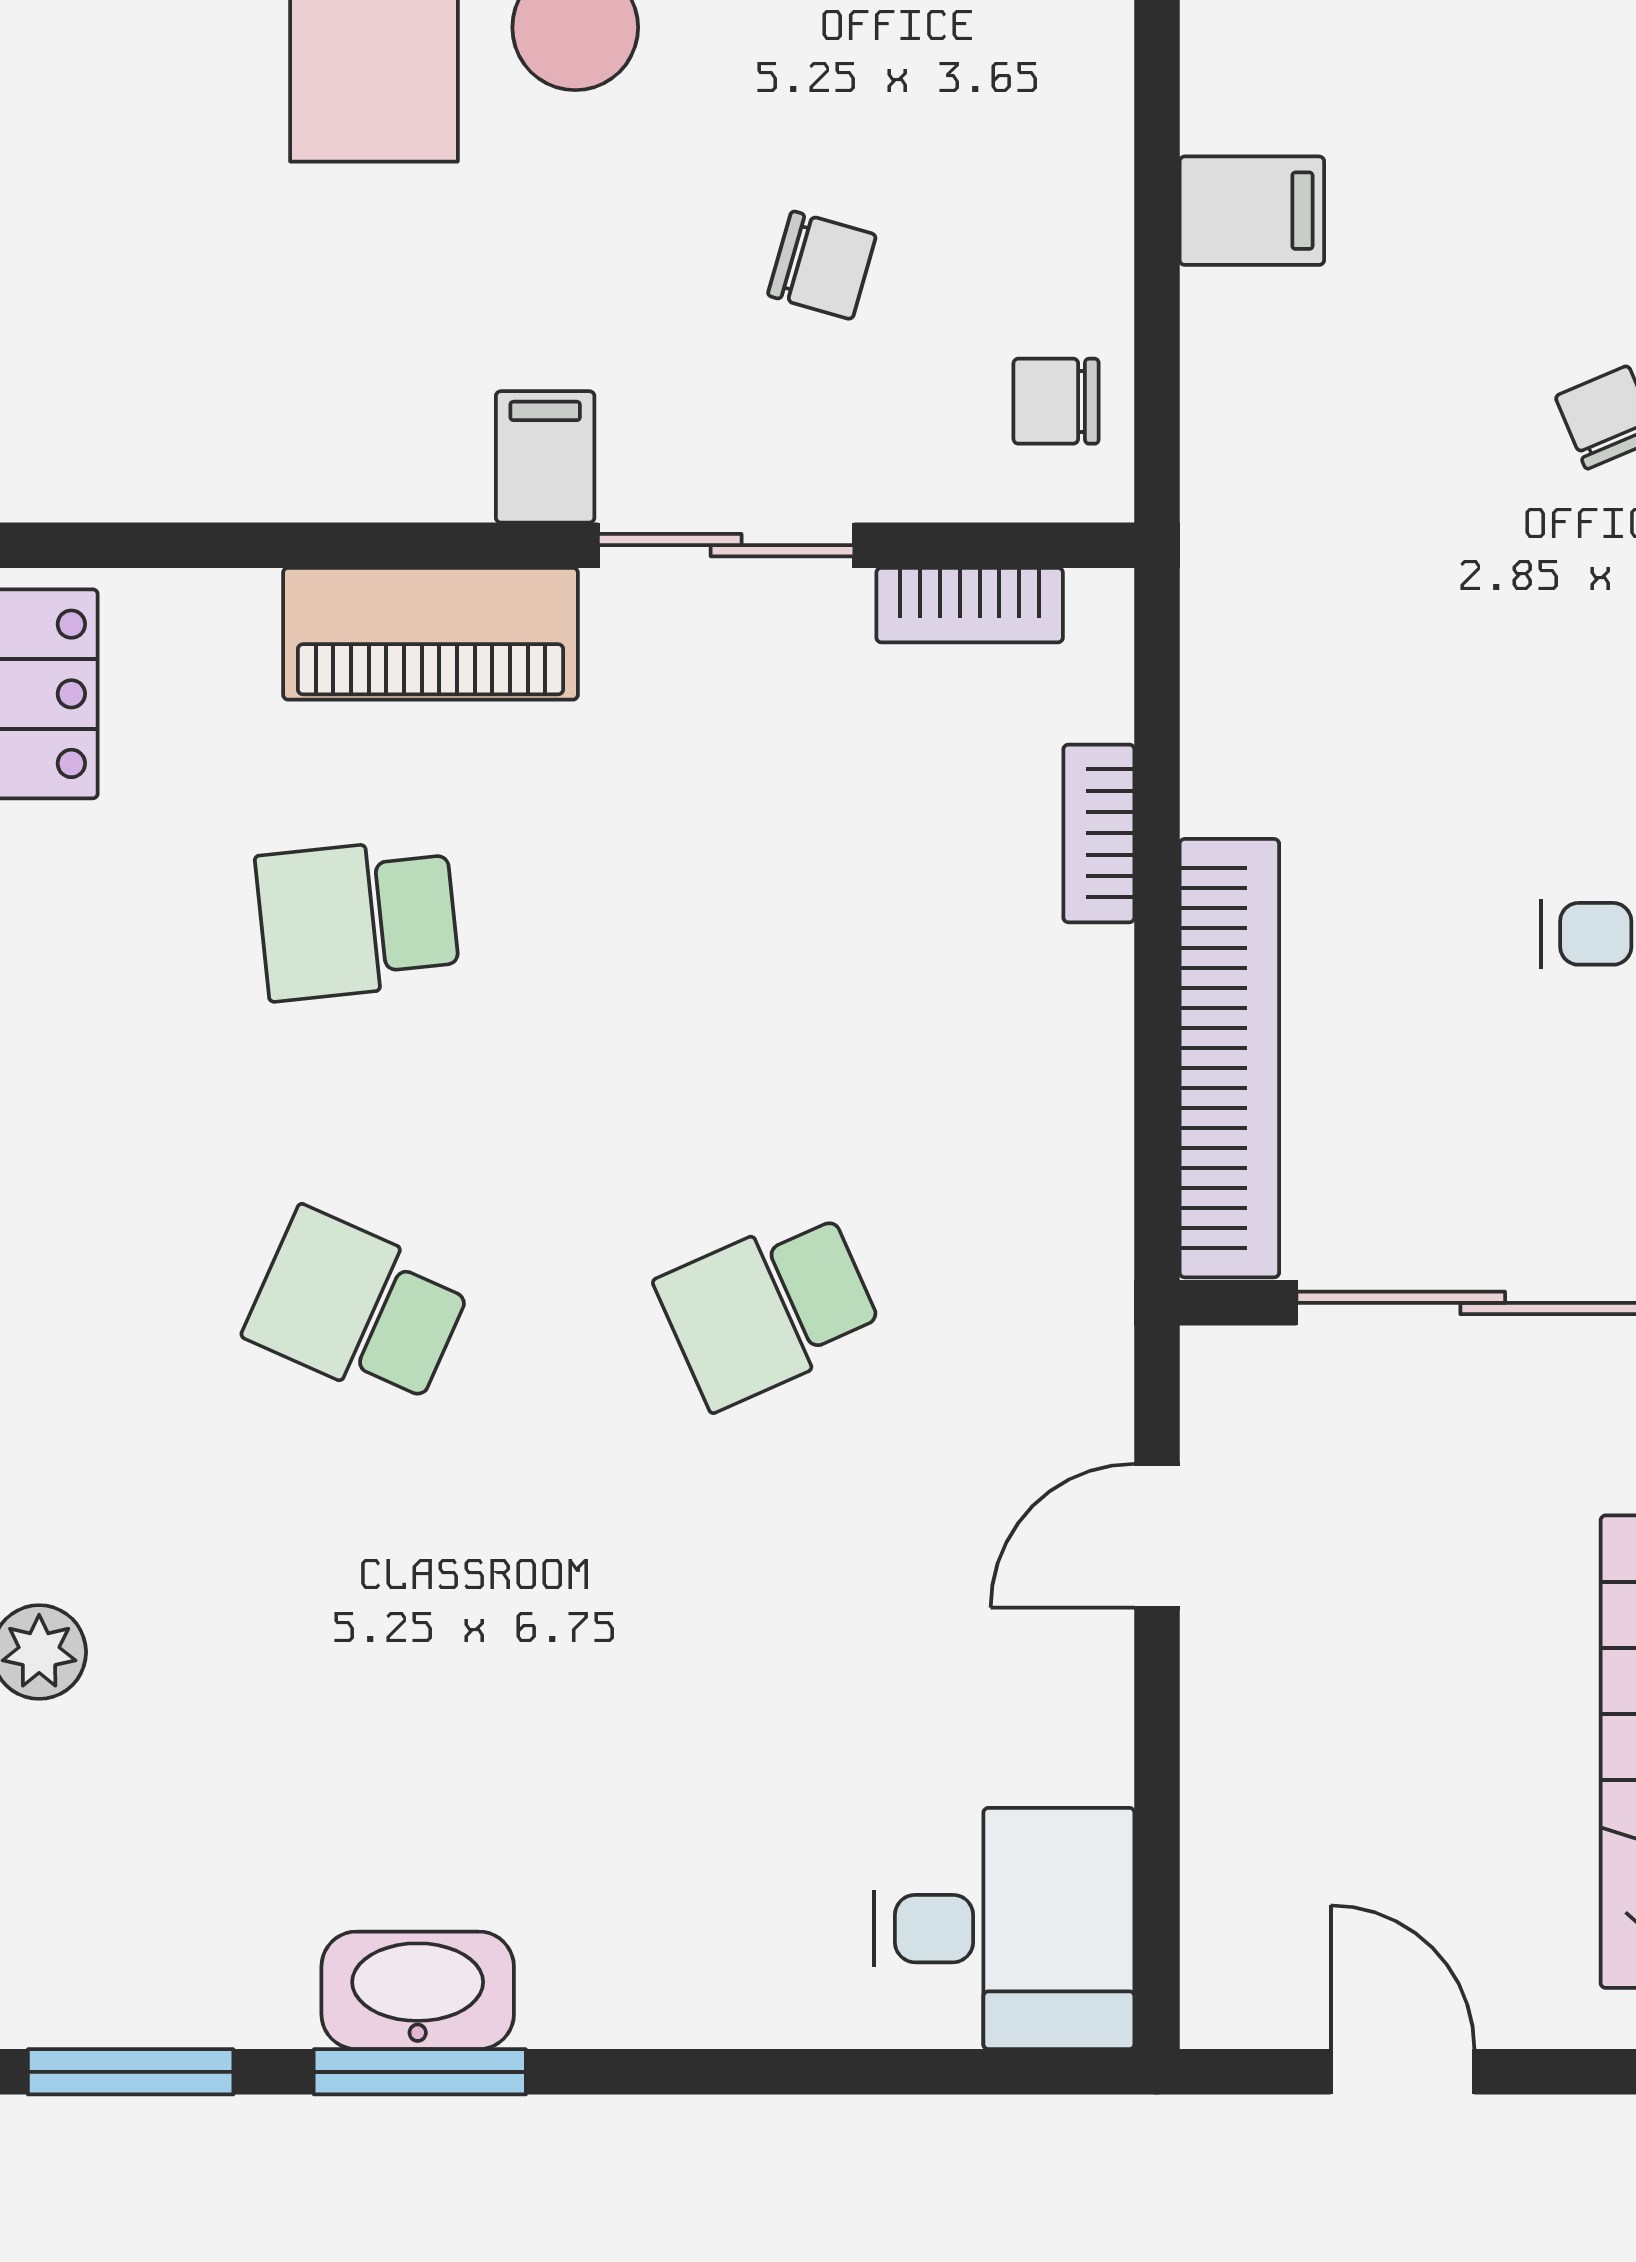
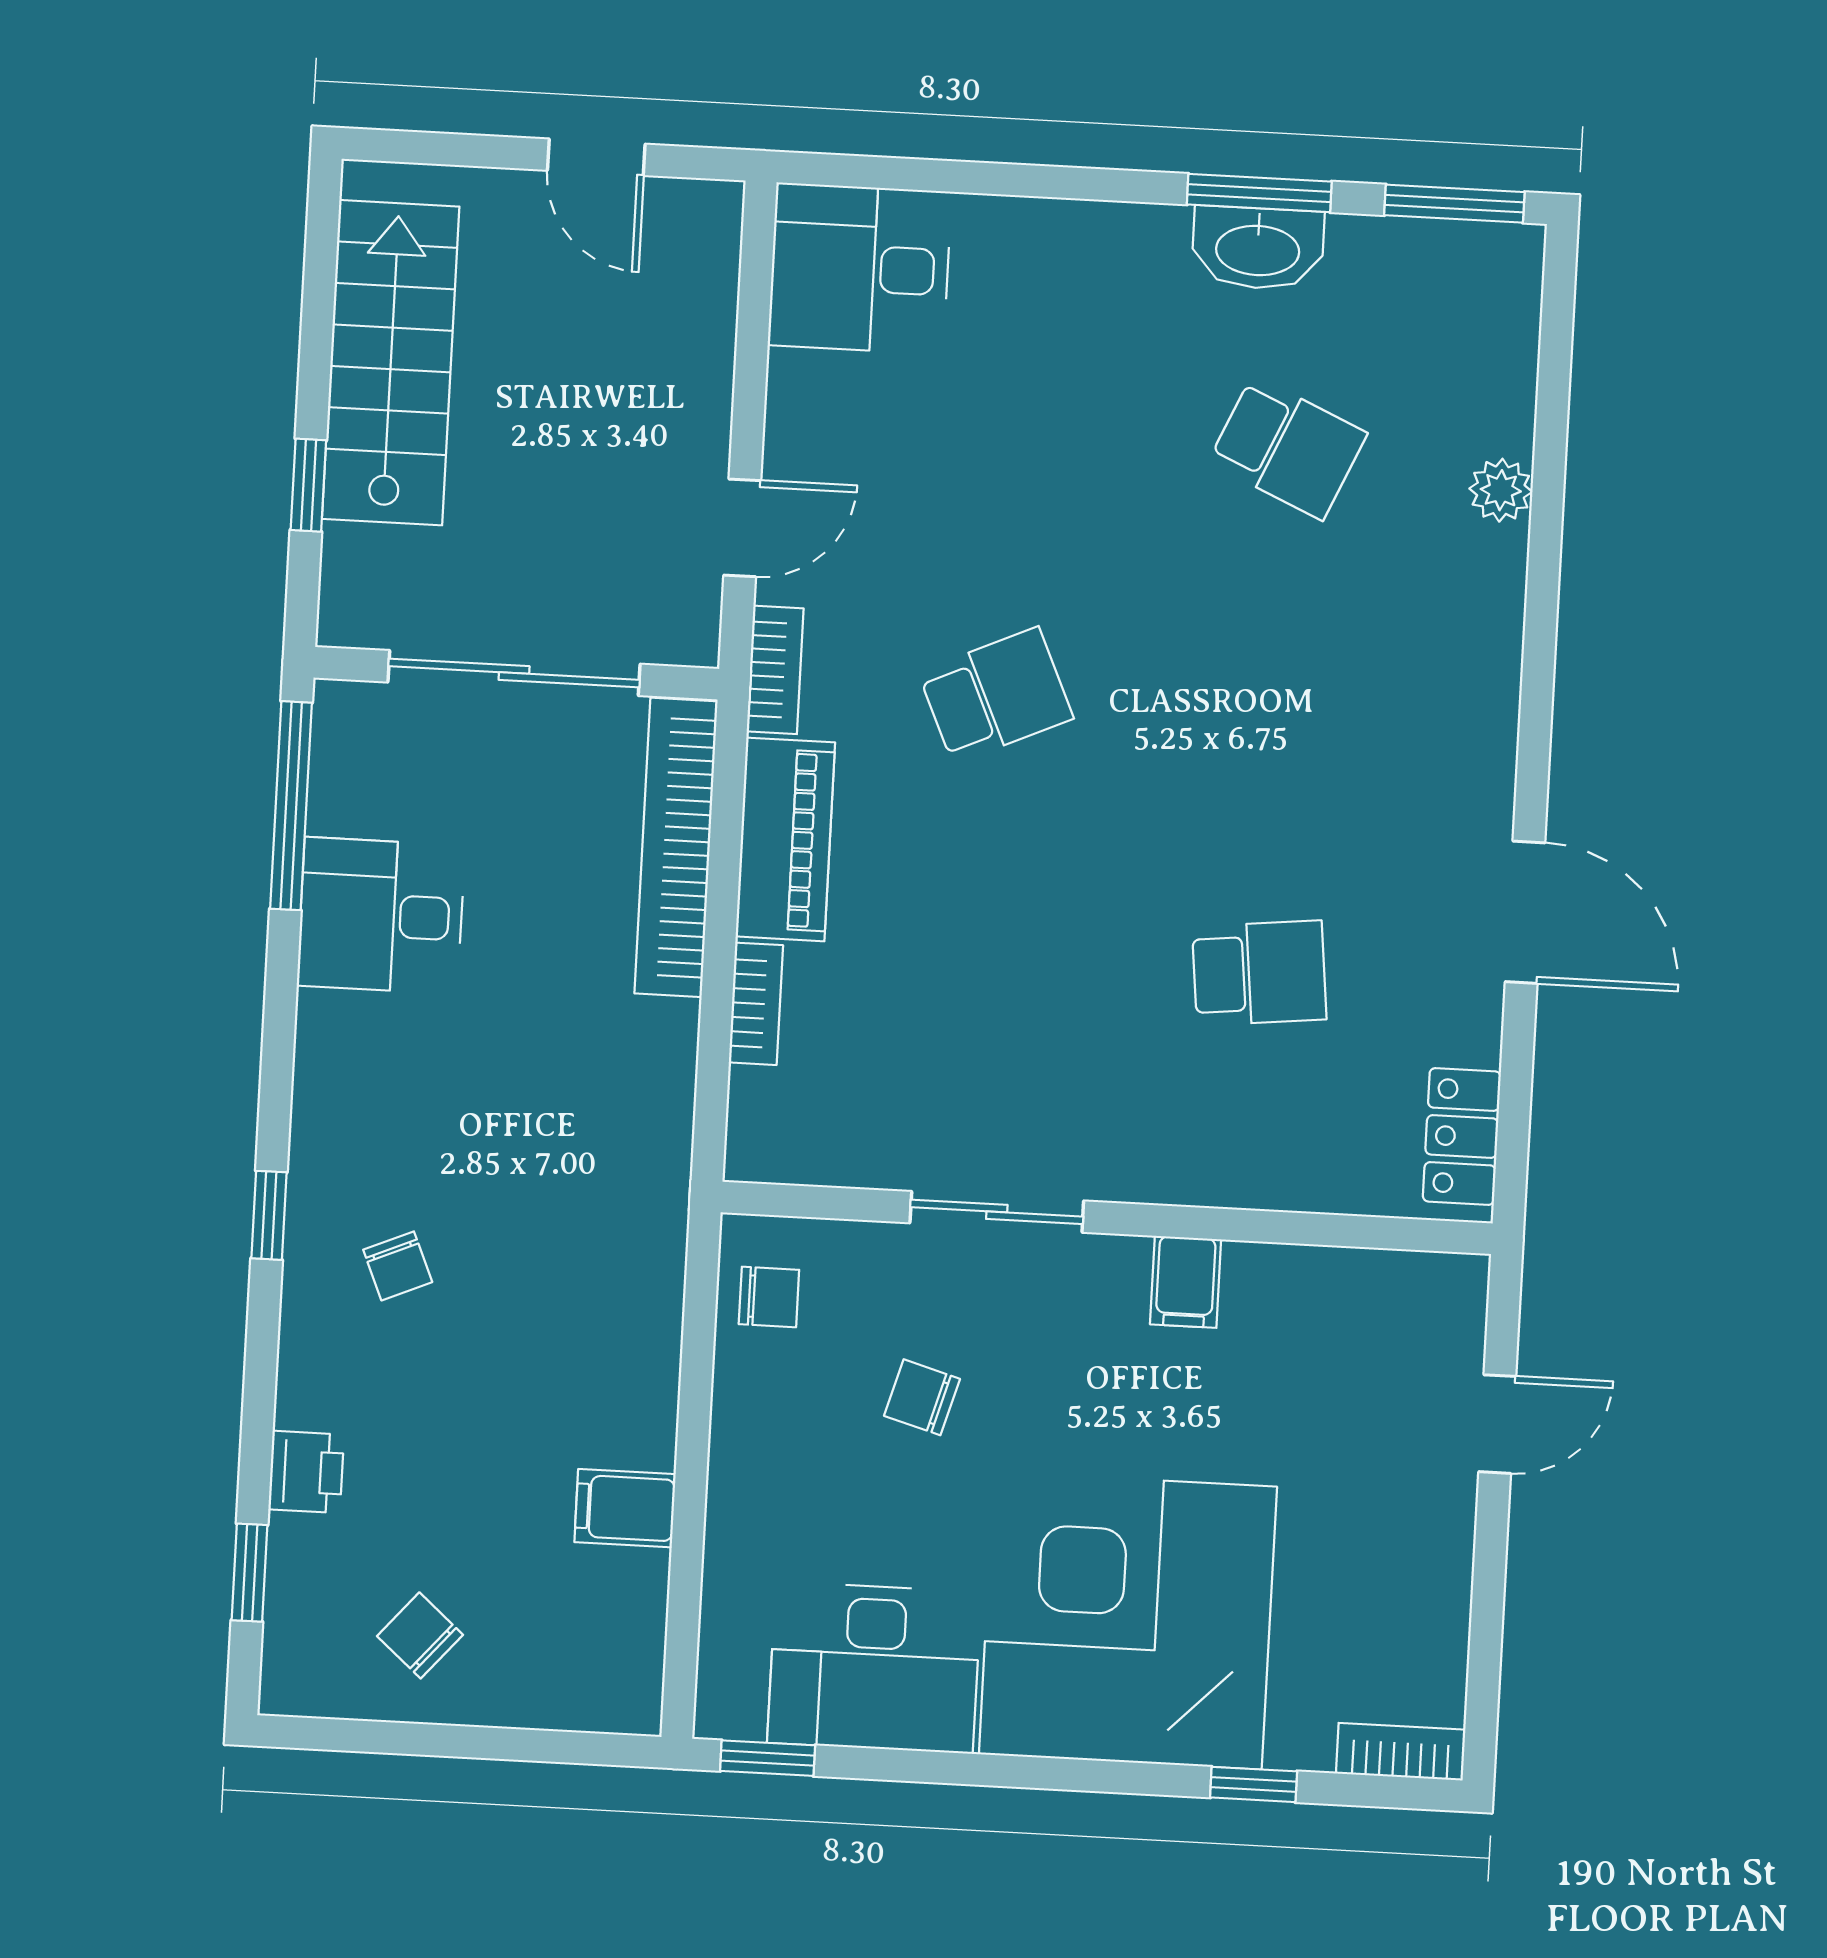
filing cabinet: (1252, 211) -> (625, 1508), moved
filing cabinet: (545, 457) -> (1186, 1282), moved
bookcase: (970, 605) -> (775, 670), moved, turned 90
piano: (430, 634) -> (785, 839), moved, turned 90
school desk: (358, 1308) -> (1288, 448), moved

